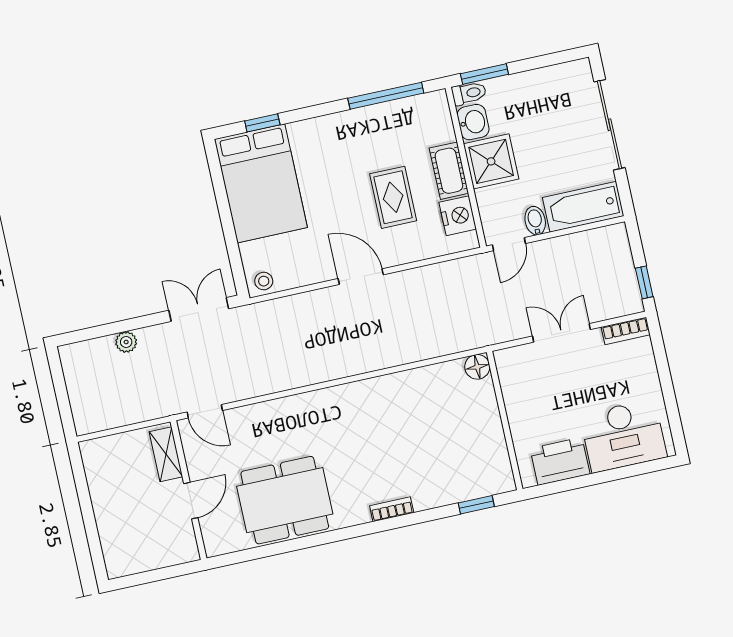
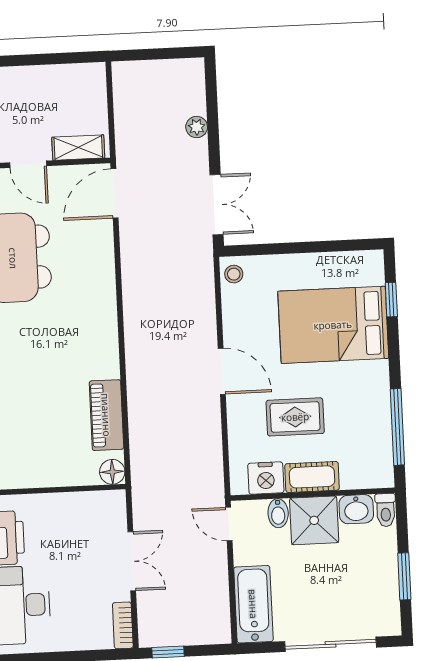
window: (484, 74) -> (404, 576), moved
bed: (261, 183) -> (333, 325), moved
bidet: (535, 221) -> (278, 513), moved, turned 90
door: (361, 277) -> (222, 371), hinge flipped
piano: (423, 382) -> (106, 415), added
door: (205, 411) -> (114, 193), width x1.38

